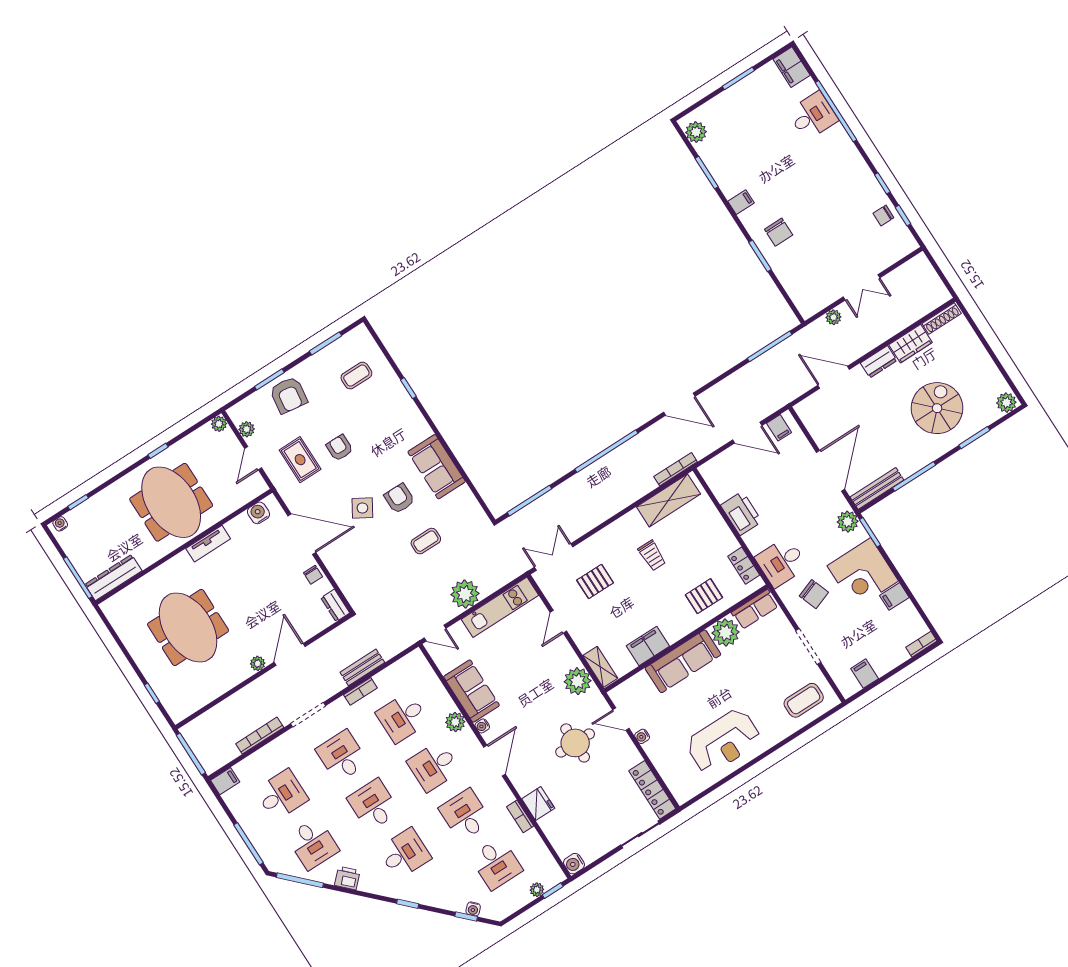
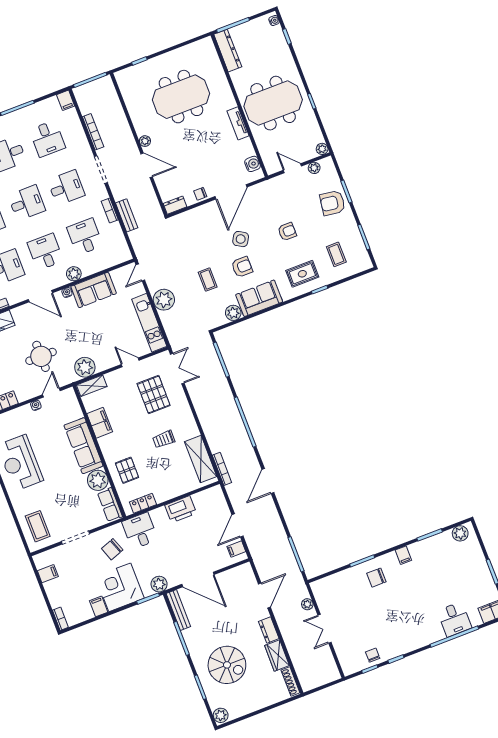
rug: (300, 460) -> (302, 274), moved
plant: (463, 497) -> (233, 313), added
pallet: (595, 581) -> (154, 395), width x1.50, depth x1.42

